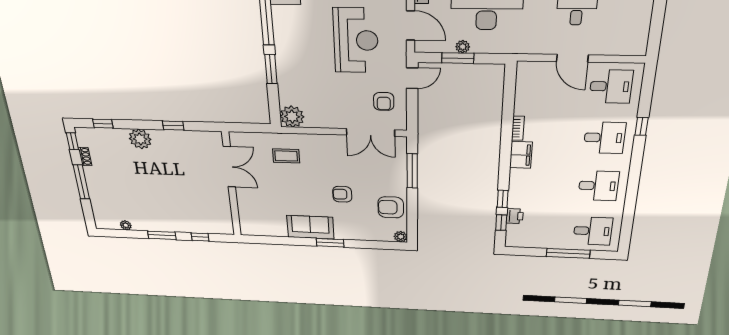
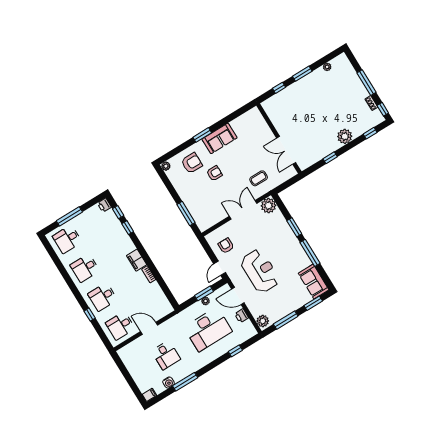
reception desk: (356, 40) -> (260, 271), turned 180
double door: (370, 132) -> (243, 210), moved
armchair: (391, 207) -> (192, 163), moved
printer: (515, 216) -> (104, 205), moved

